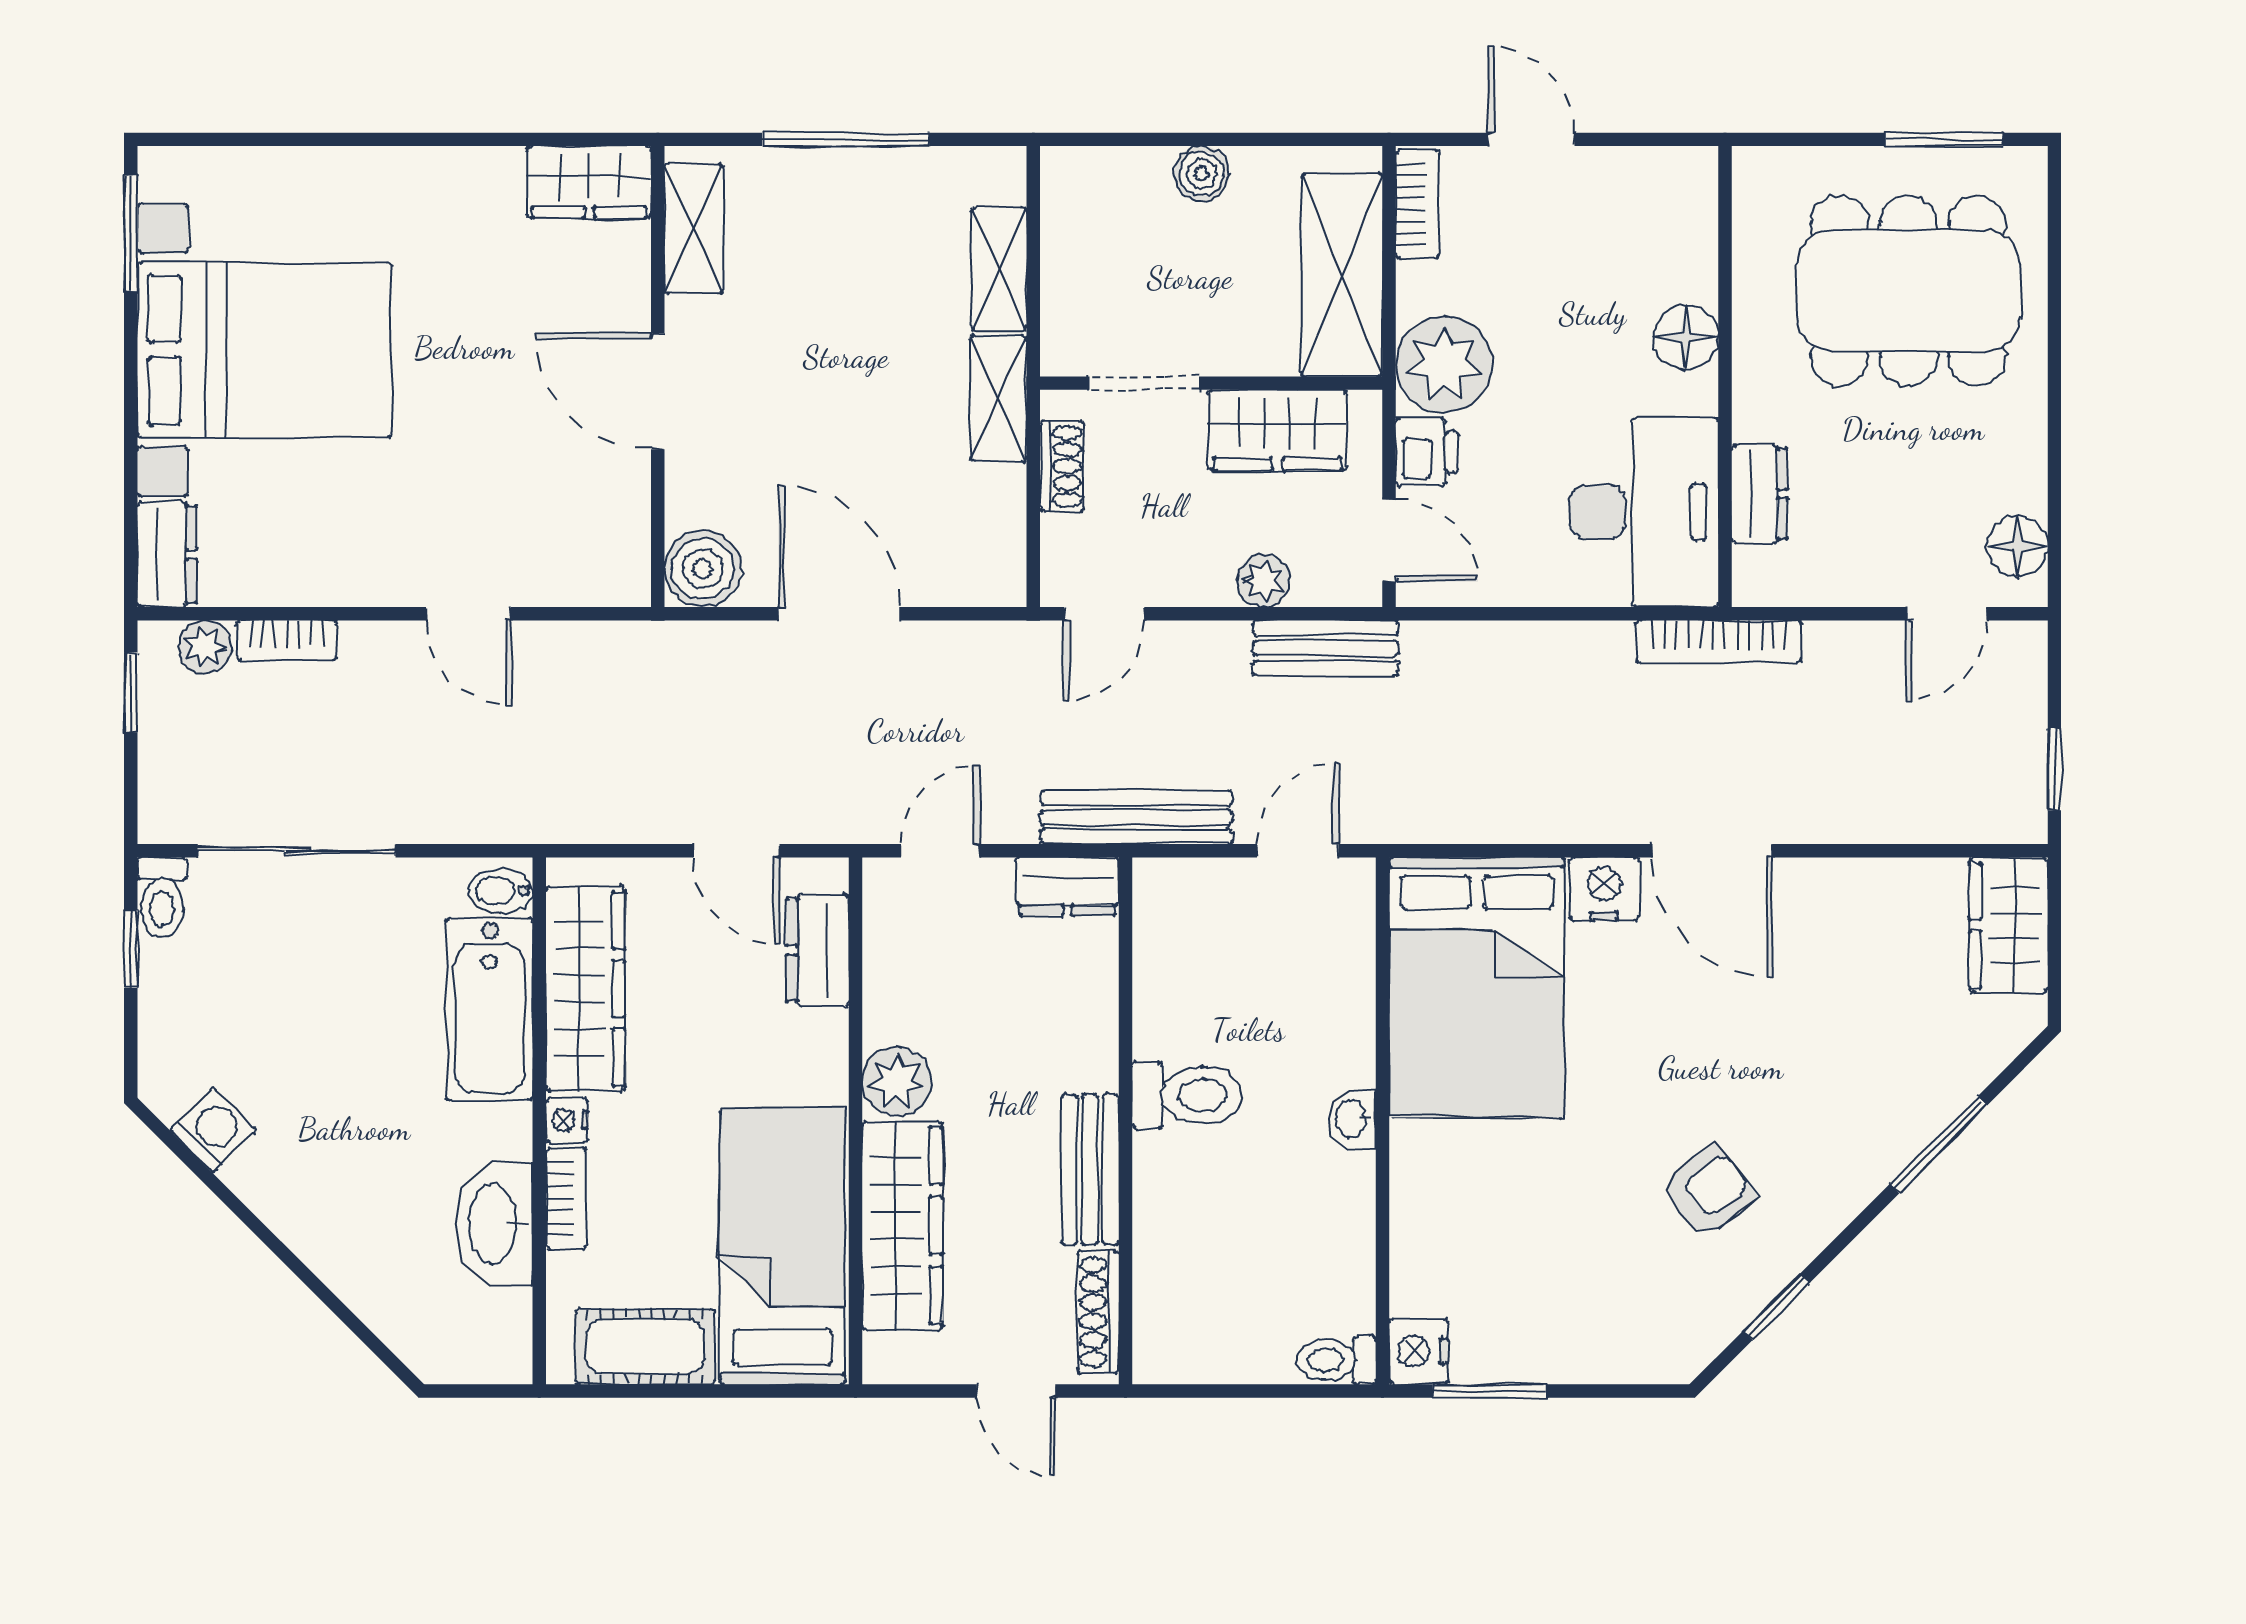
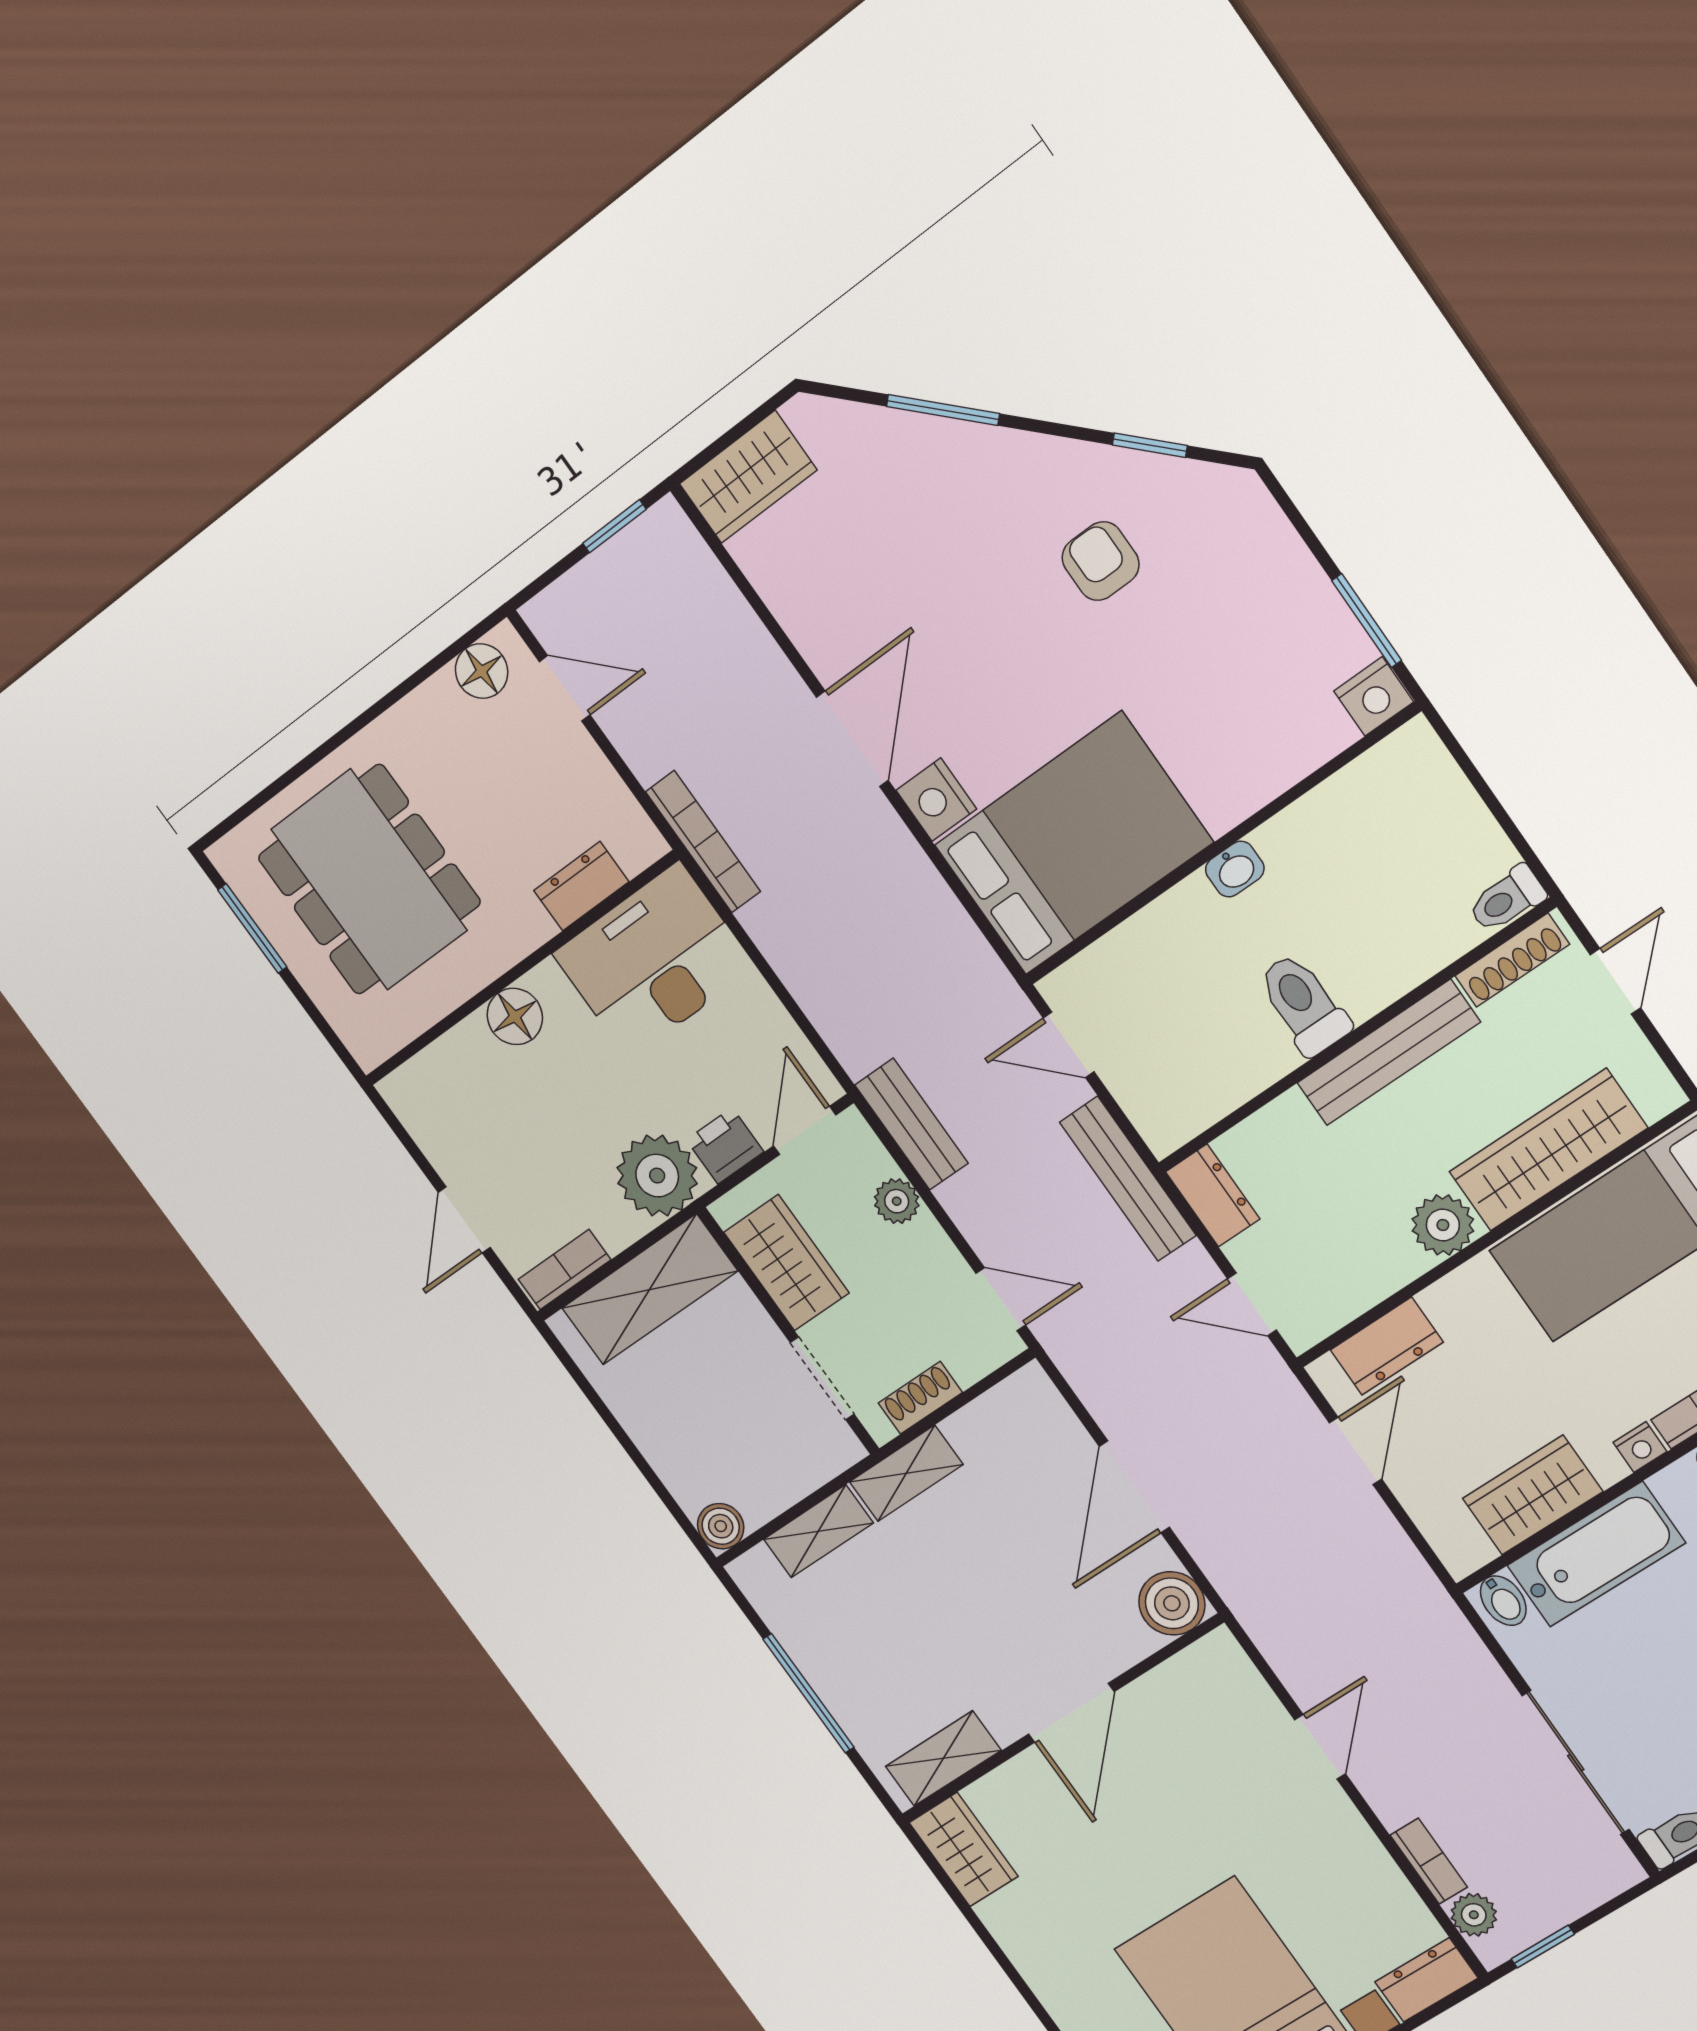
boiler: (1201, 174) -> (721, 1526), moved
wardrobe: (585, 989) -> (1533, 1495), width x0.67
bench: (1090, 1170) -> (1388, 1053), width x1.36
armchair: (1708, 1191) -> (1101, 561), turned 38
toilet: (1336, 1360) -> (1507, 899), moved, turned 90

